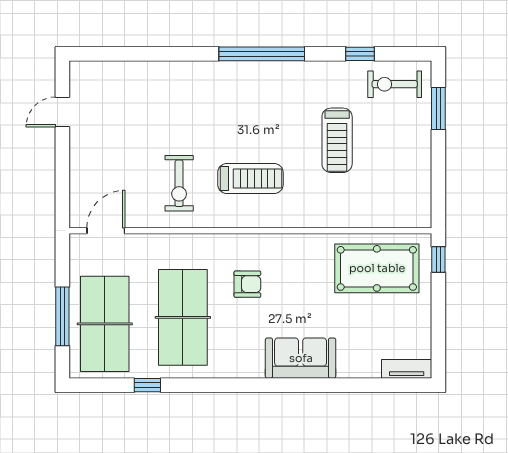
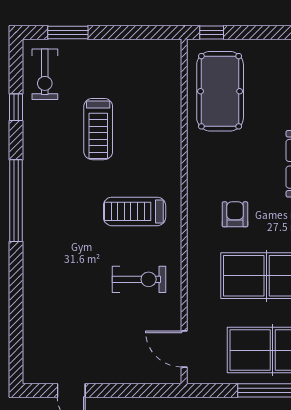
treadmill: (337, 140) -> (98, 129), turned 90
treadmill: (250, 178) -> (135, 211), turned -90

